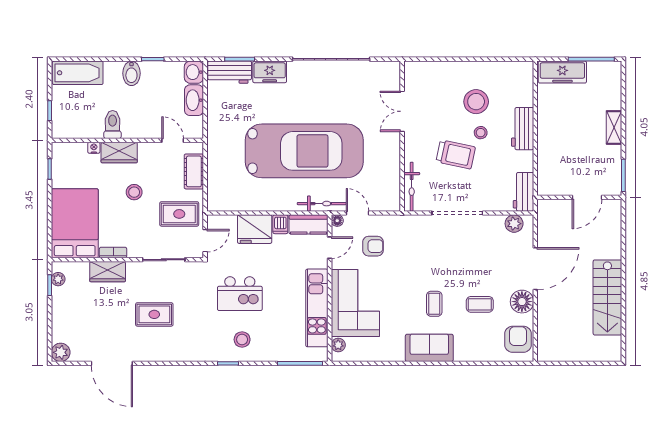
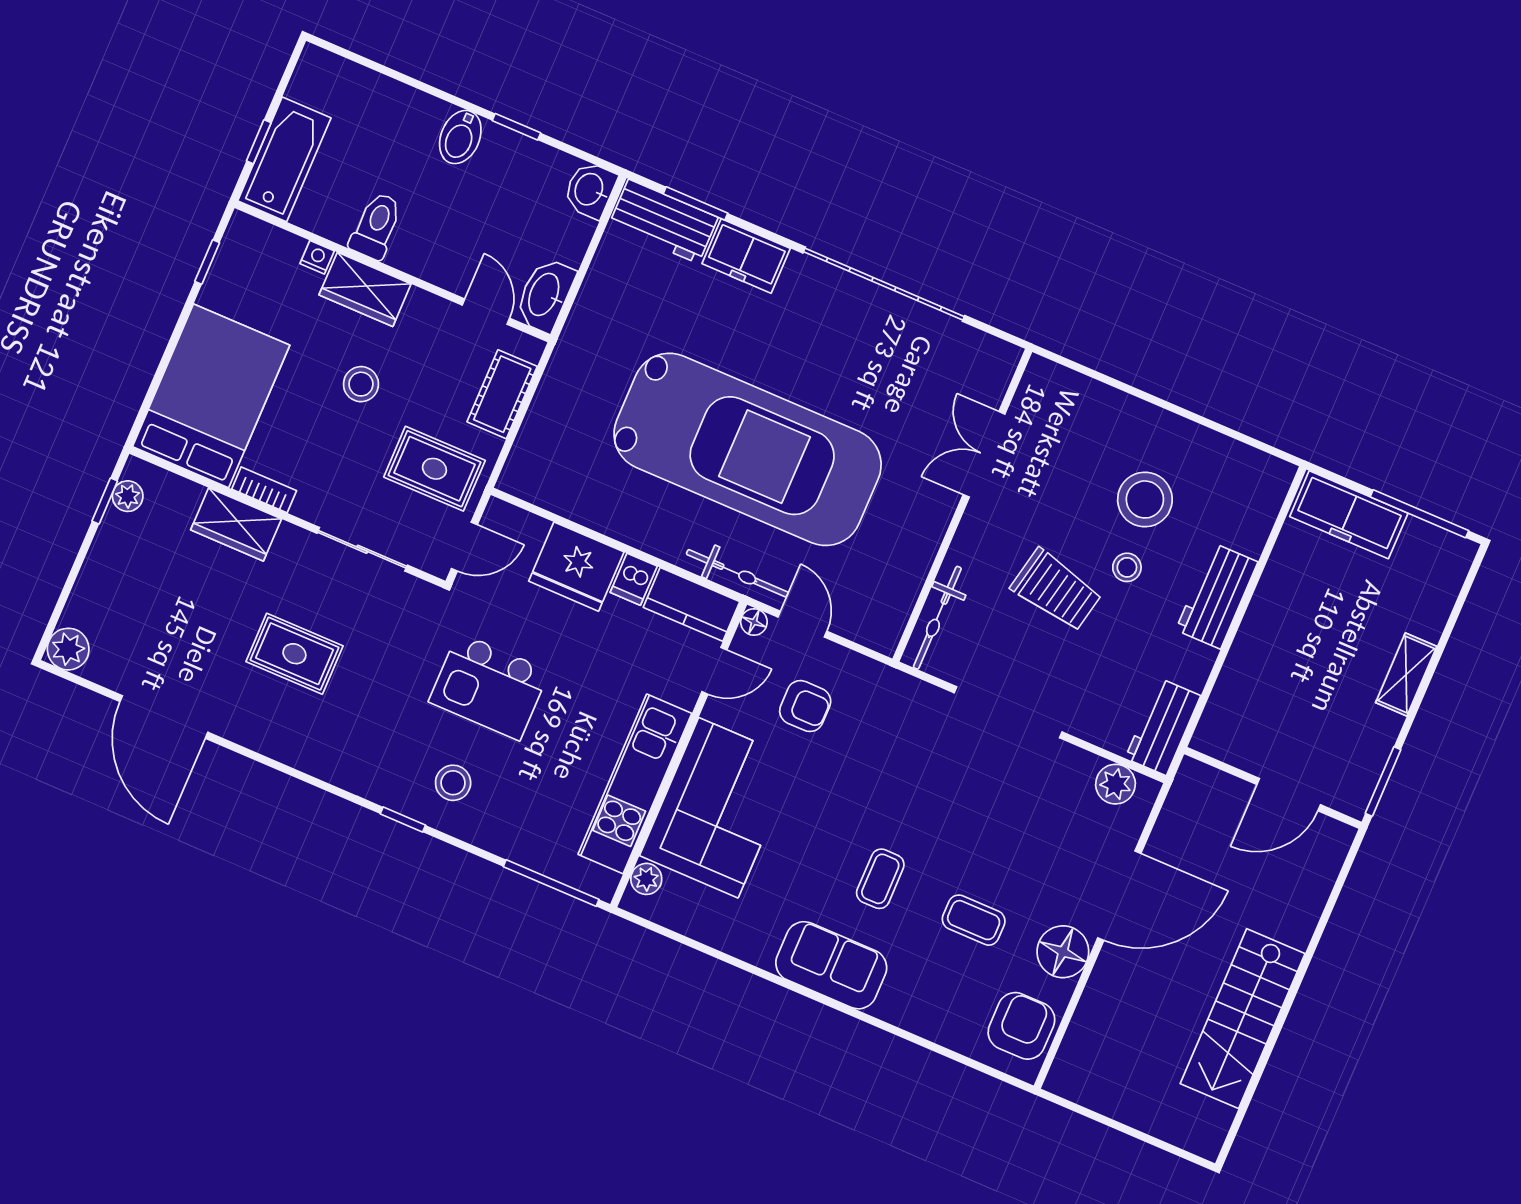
bathtub: (78, 73) -> (284, 159), moved, turned -90
washbasin: (194, 100) -> (545, 295), moved

